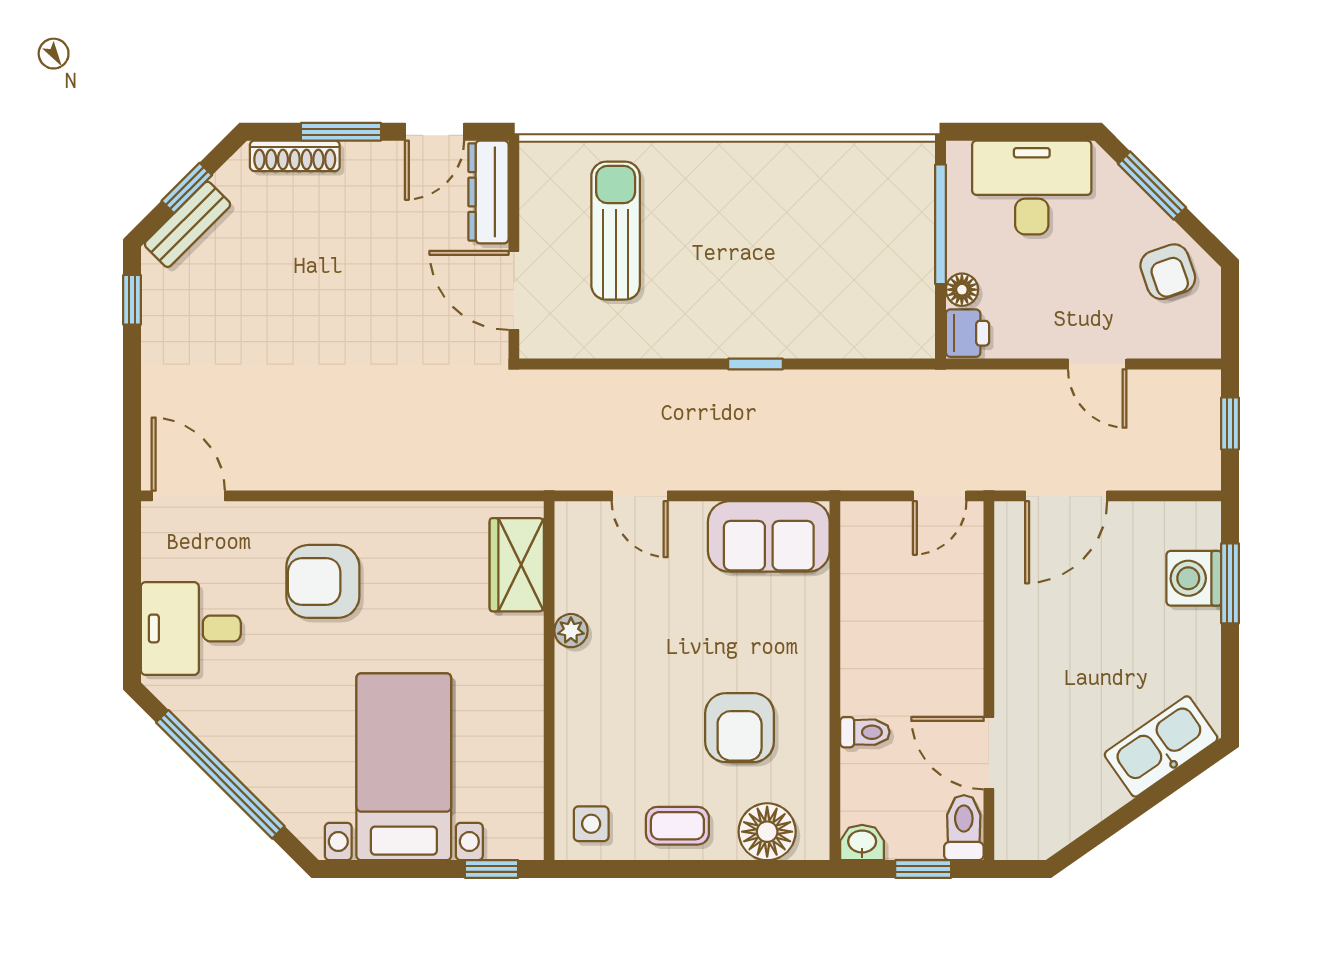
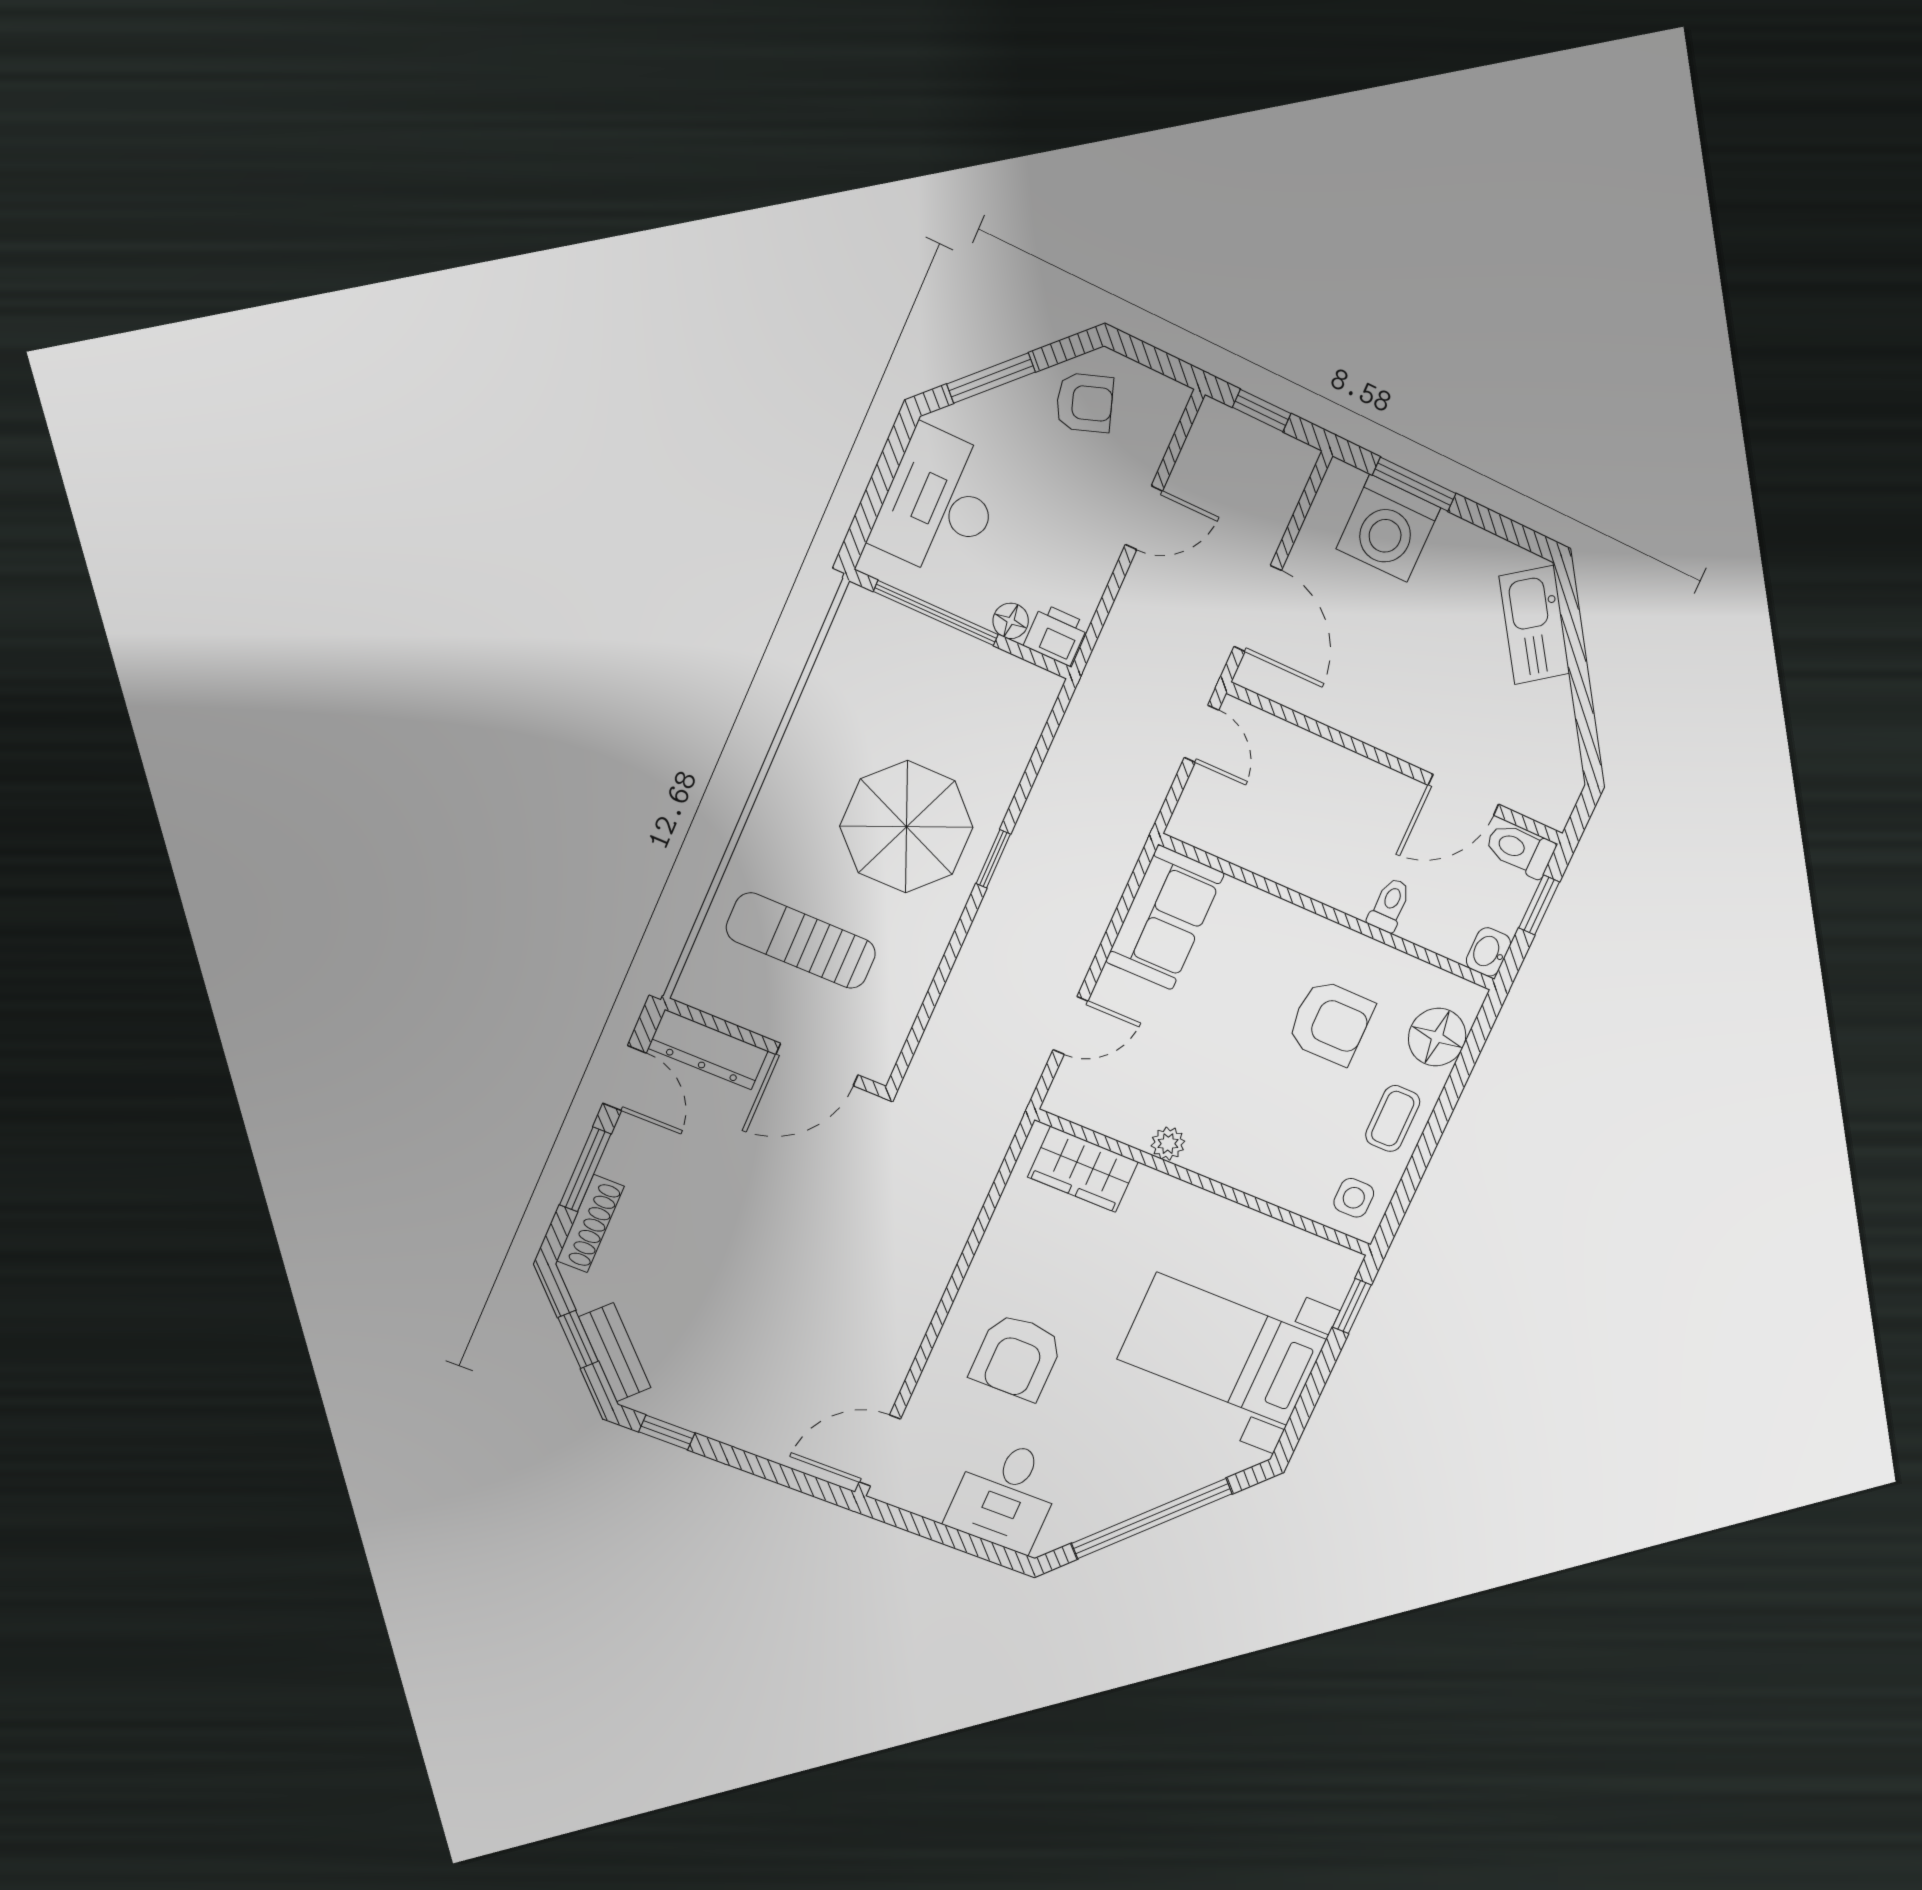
parasol: (751, 278) -> (907, 827), added
washing machine: (1194, 578) -> (1388, 528), width x1.37, depth x1.37

